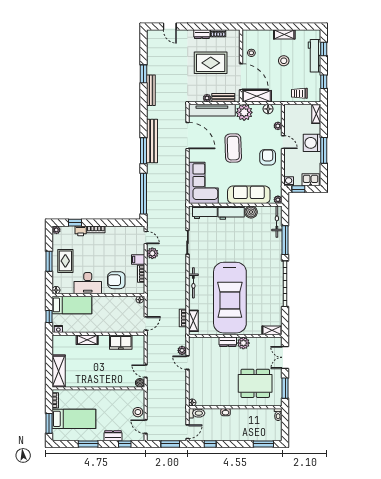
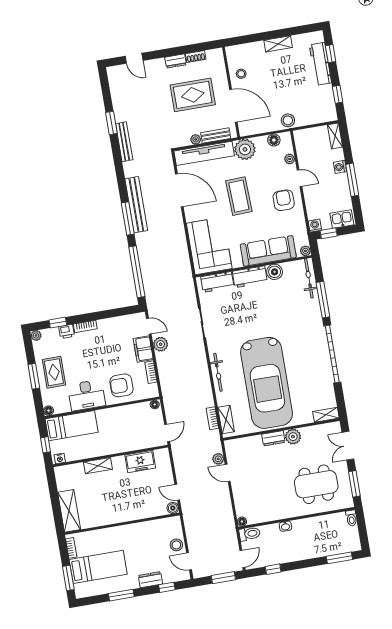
stool: (284, 61) -> (288, 120), moved
trolley: (299, 93) -> (309, 114), removed
shelving: (257, 96) -> (257, 126), removed
washing machine: (312, 143) -> (340, 167), width x0.53, depth x0.53
filing cabinet: (138, 259) -> (143, 349), width x2.00

